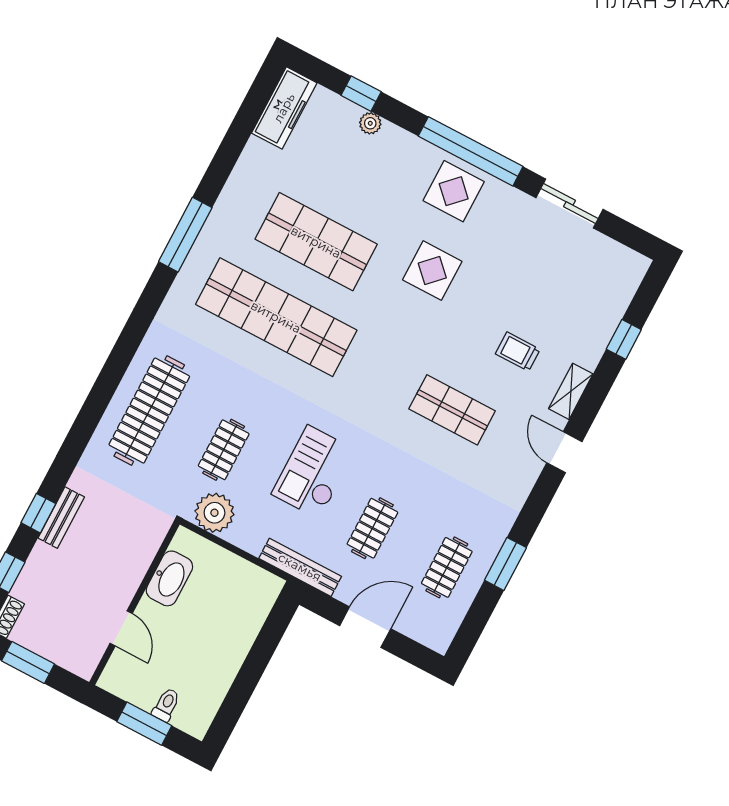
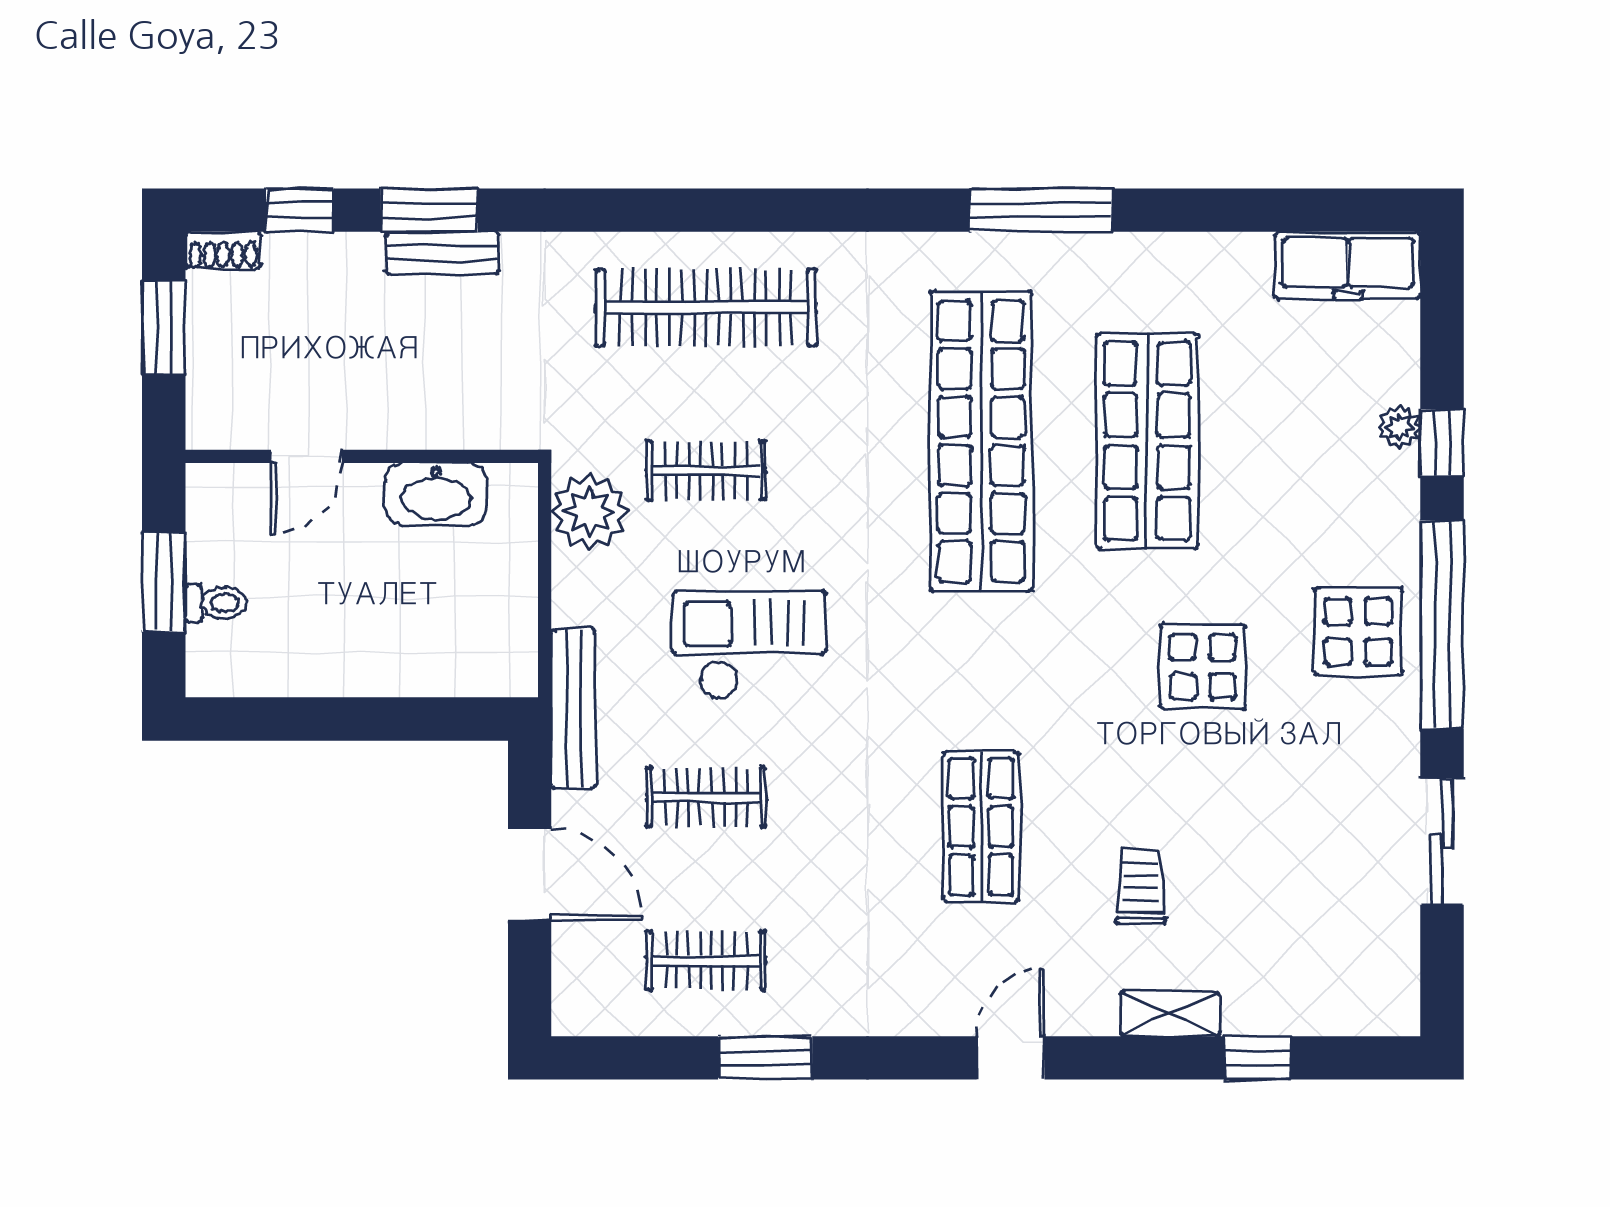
window: (361, 94) -> (1442, 443), moved
shelving: (571, 391) -> (1170, 1014), moved
window: (38, 513) -> (429, 210), width x1.50

